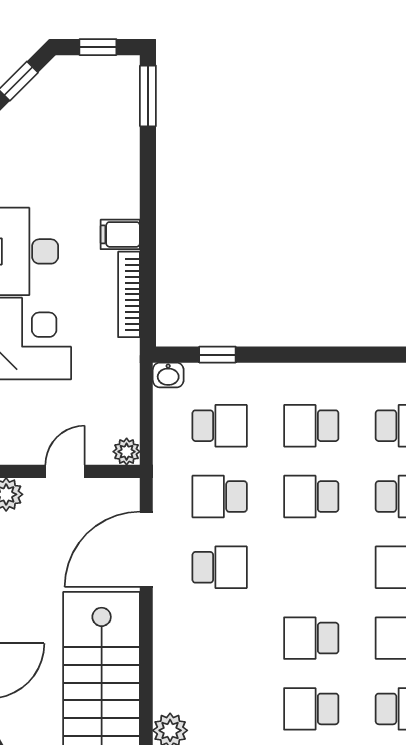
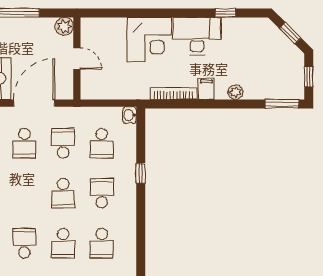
window: (217, 355) -> (141, 173), moved
plant: (127, 452) -> (235, 92), moved
school desk: (311, 496) -> (63, 193), turned 180
door: (146, 549) -> (34, 103), hinge flipped

